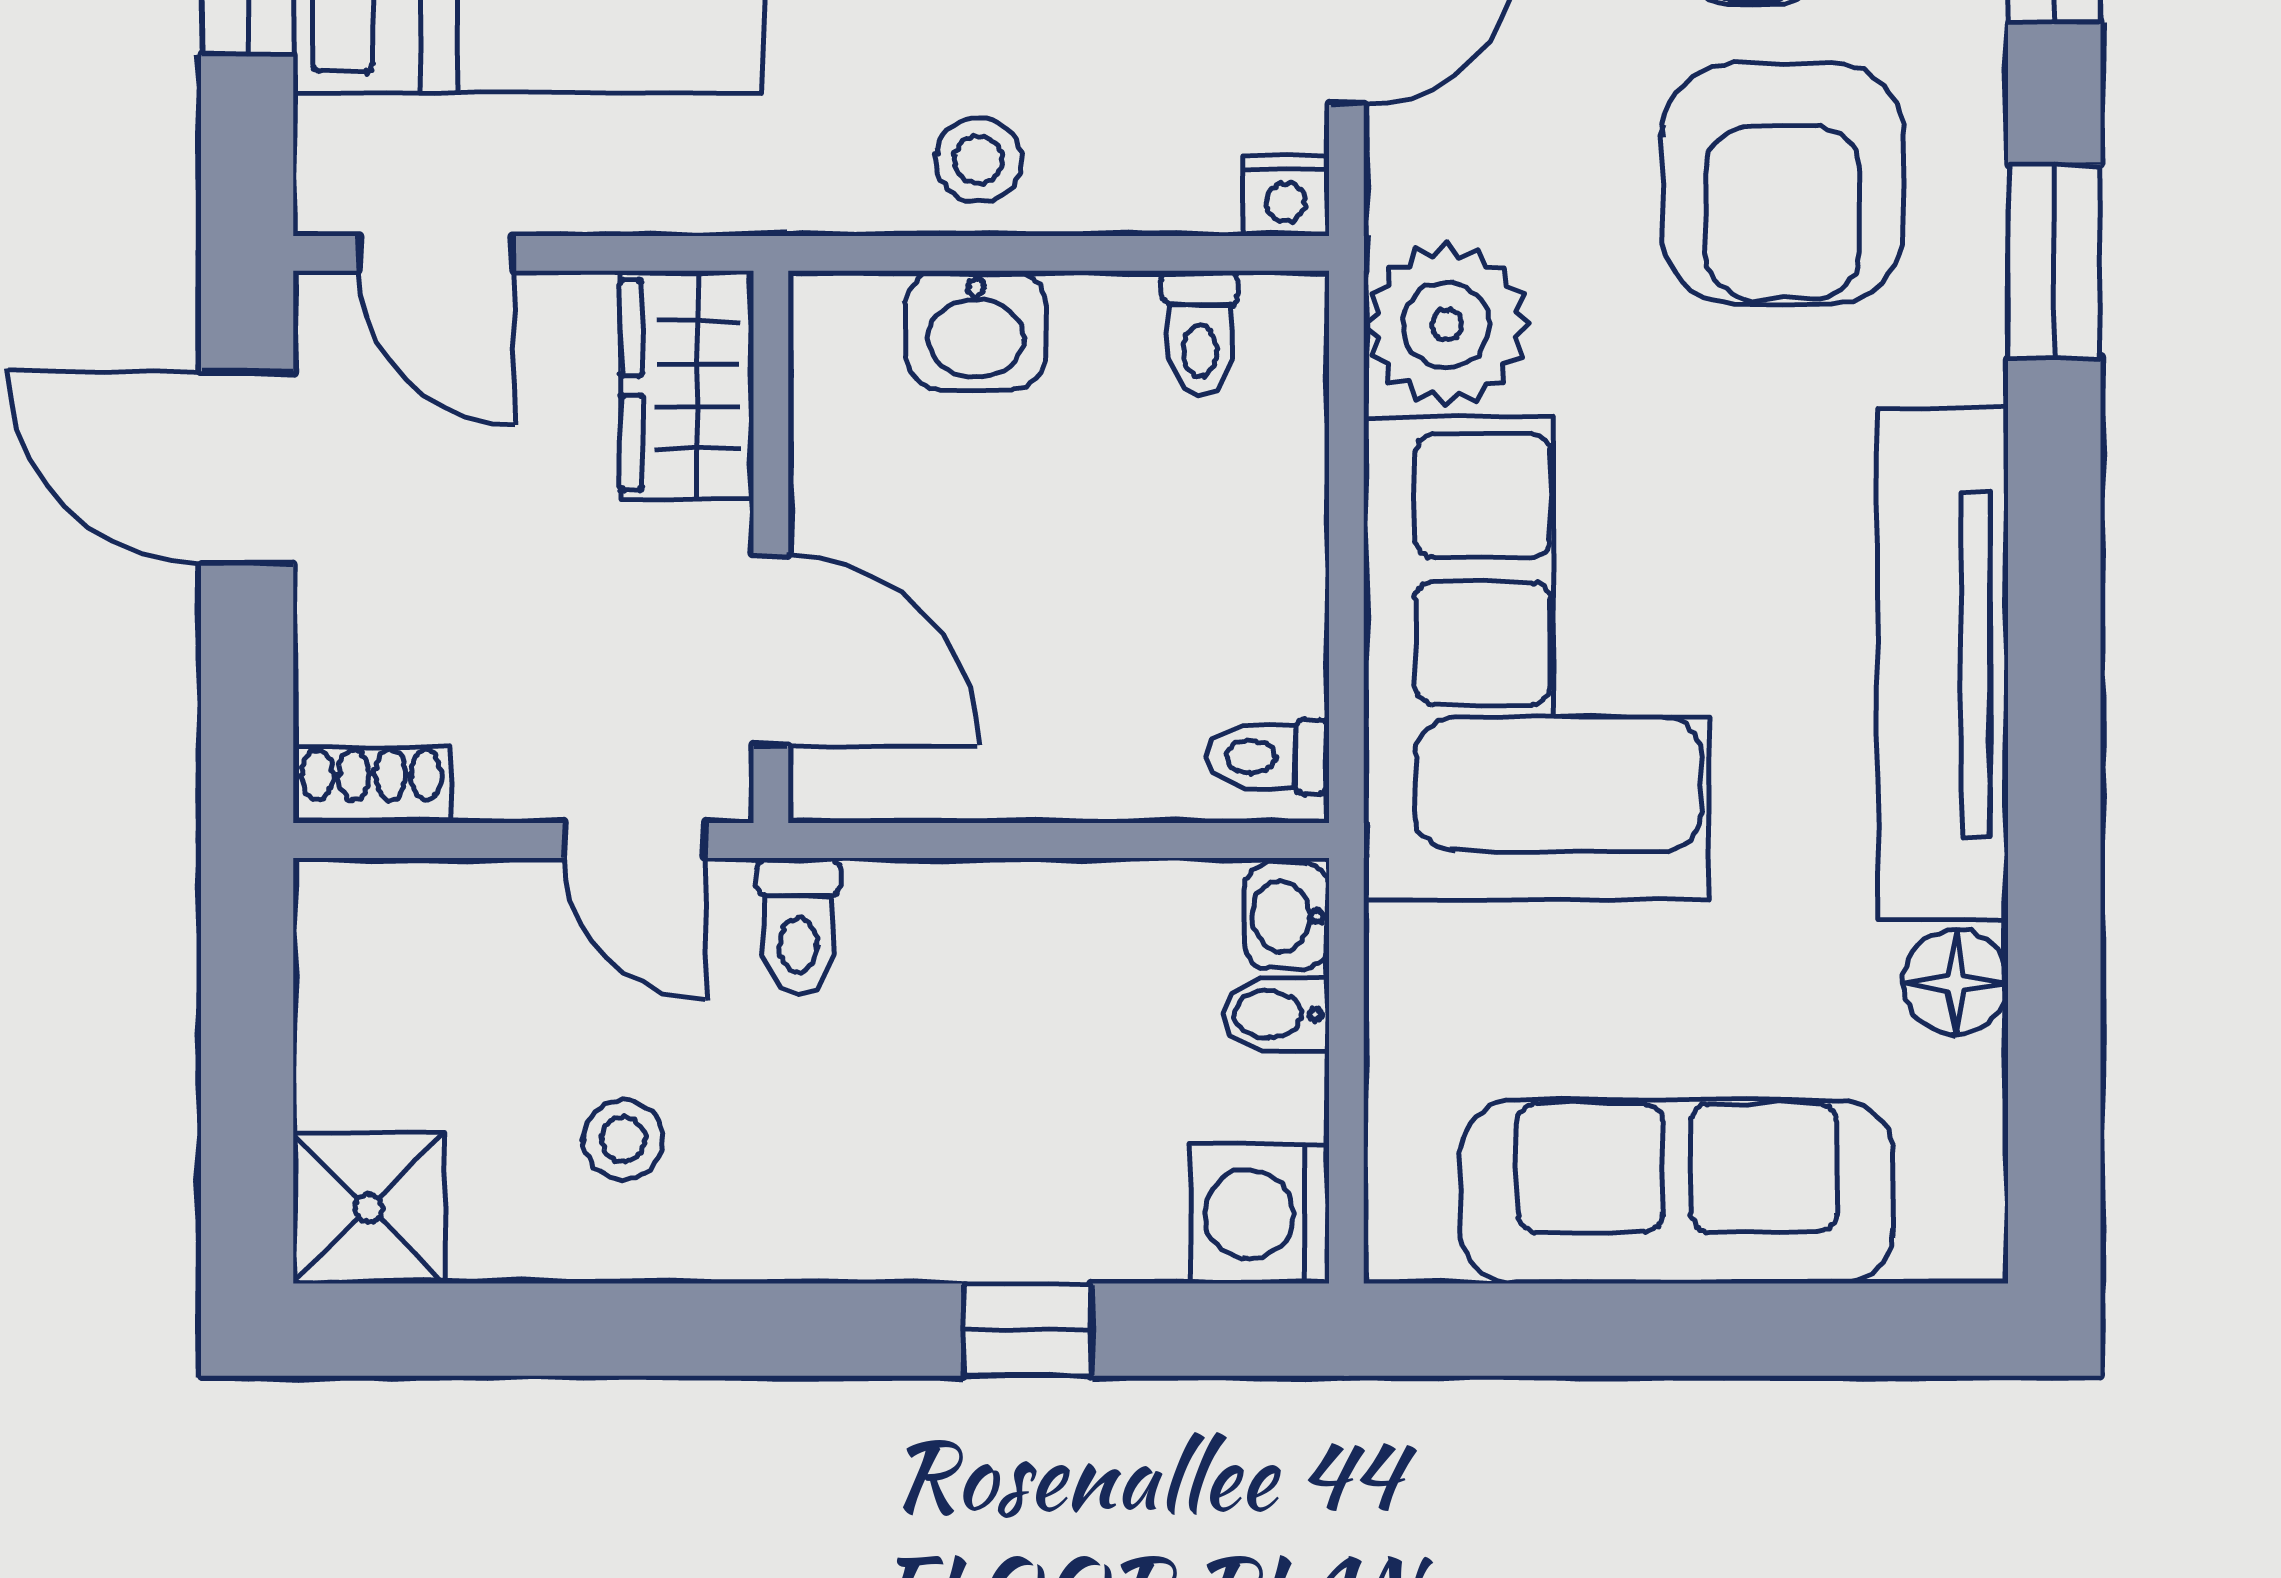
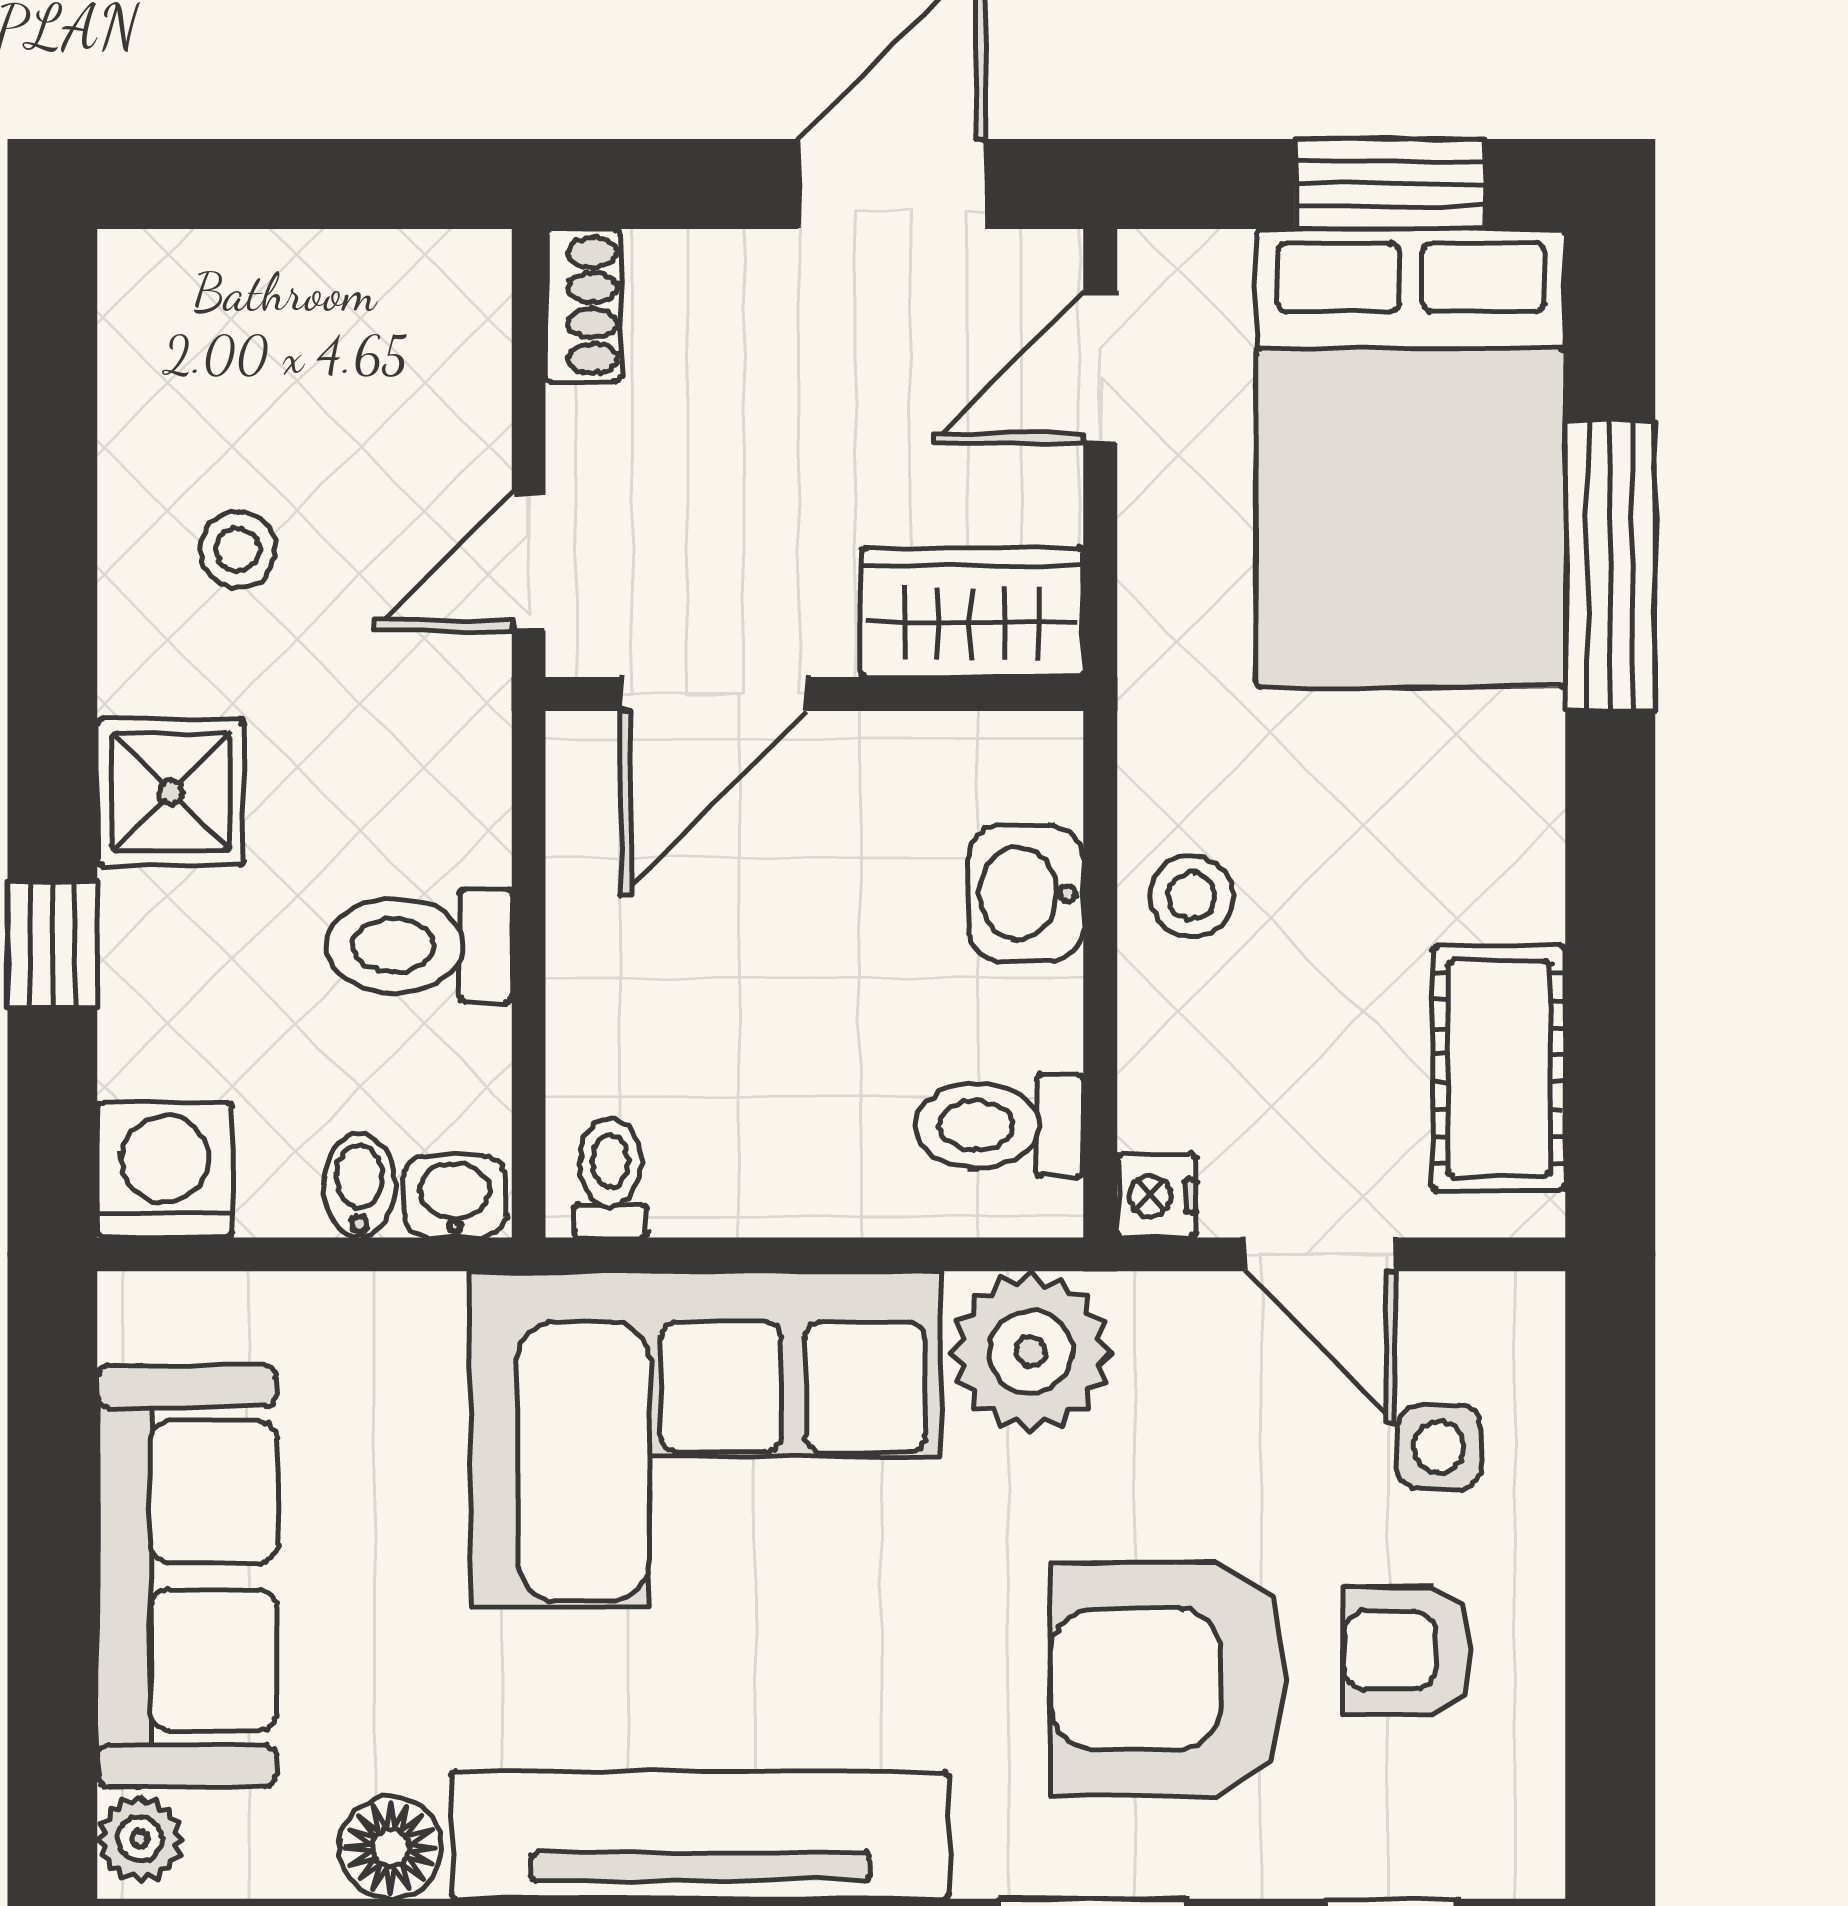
toilet: (1200, 333) -> (999, 1126), width x1.37, depth x1.39
toilet: (798, 927) -> (419, 945), moved, width x1.37, depth x1.39
shower: (369, 1208) -> (171, 792), moved
plant: (1947, 1240) -> (140, 1839), added

